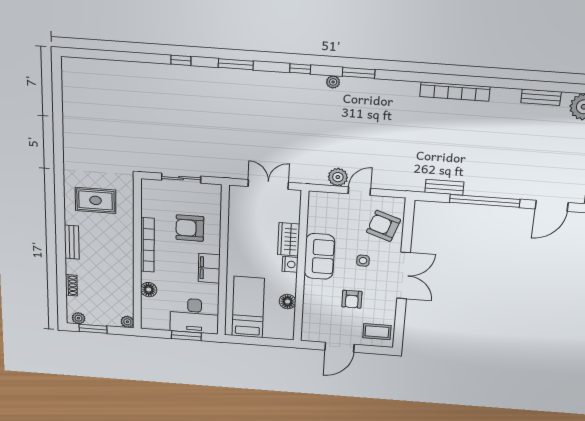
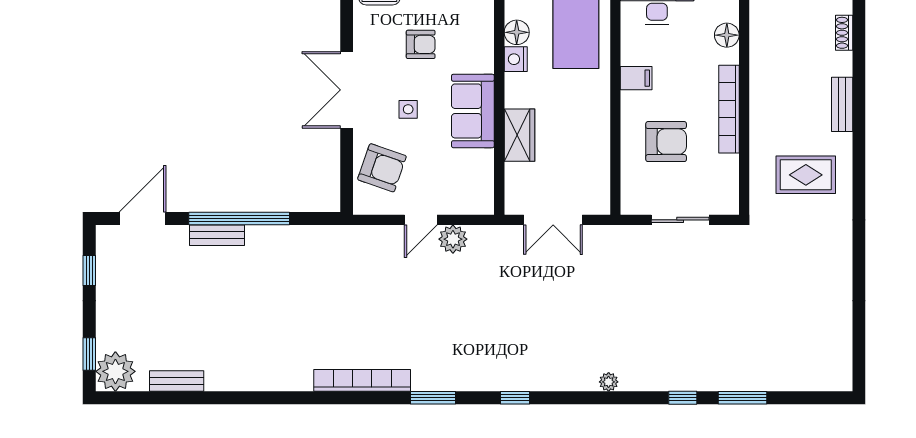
window: (236, 64) -> (742, 398), moved
plant: (333, 82) -> (609, 382), moved
bookcase: (455, 92) -> (362, 380), moved
bench: (444, 187) -> (217, 235), moved
nightstand: (290, 264) -> (516, 59), moved
filing cabinet: (209, 268) -> (636, 78), width x0.50
armchair: (352, 299) -> (421, 44), turned 90

